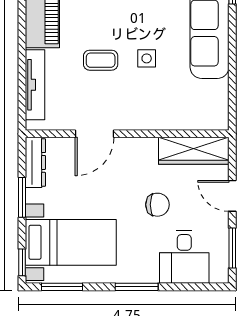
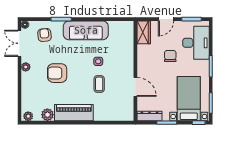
tv unit: (35, 85) -> (111, 116), removed
wardrobe: (194, 151) -> (144, 32), width x0.67
desk: (184, 257) -> (196, 43), width x1.37

